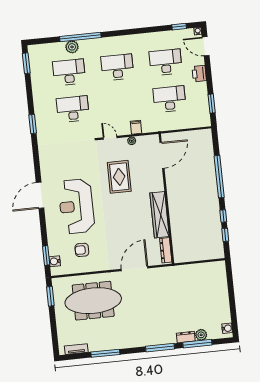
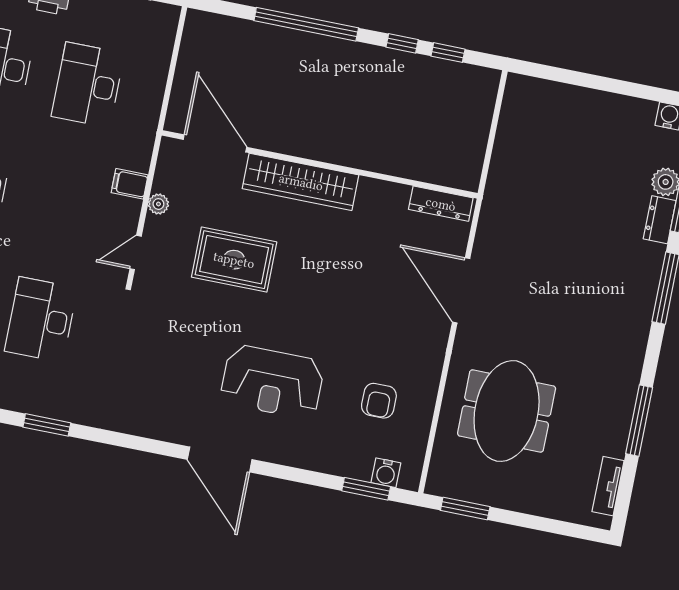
reception desk: (76, 206) -> (272, 382), width x0.74, depth x0.77
wardrobe: (160, 215) -> (301, 182), moved
meeting table: (93, 301) -> (507, 411), width x0.73

